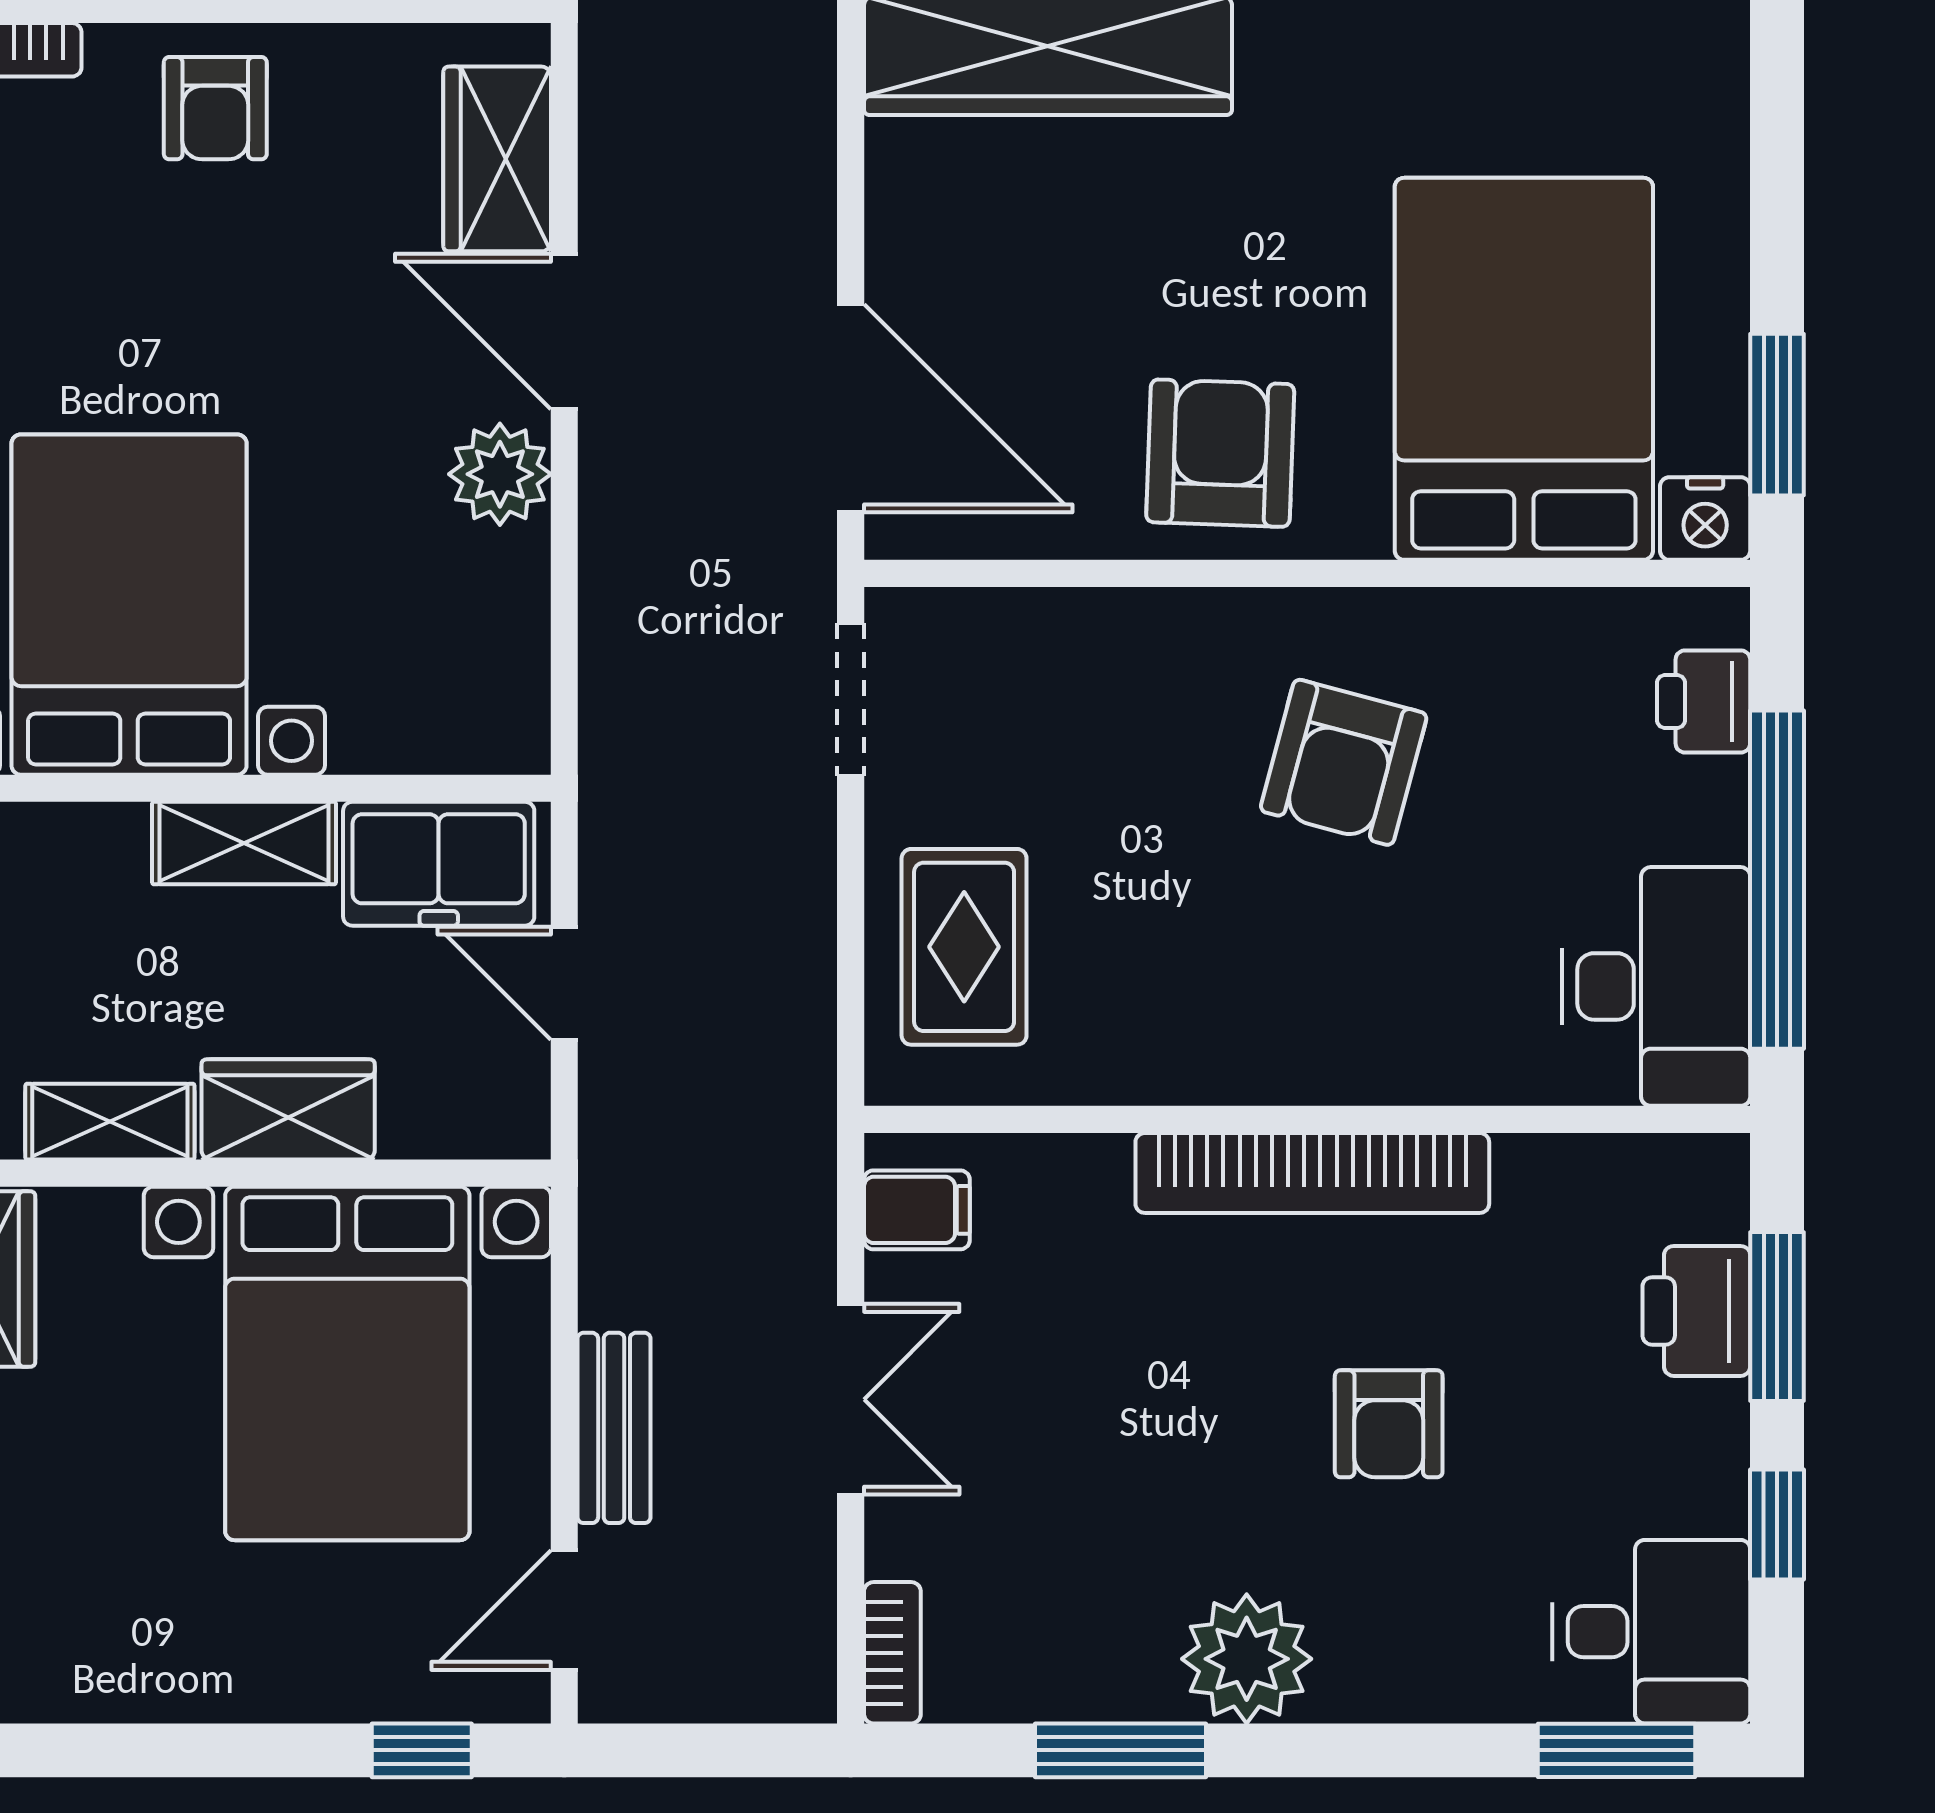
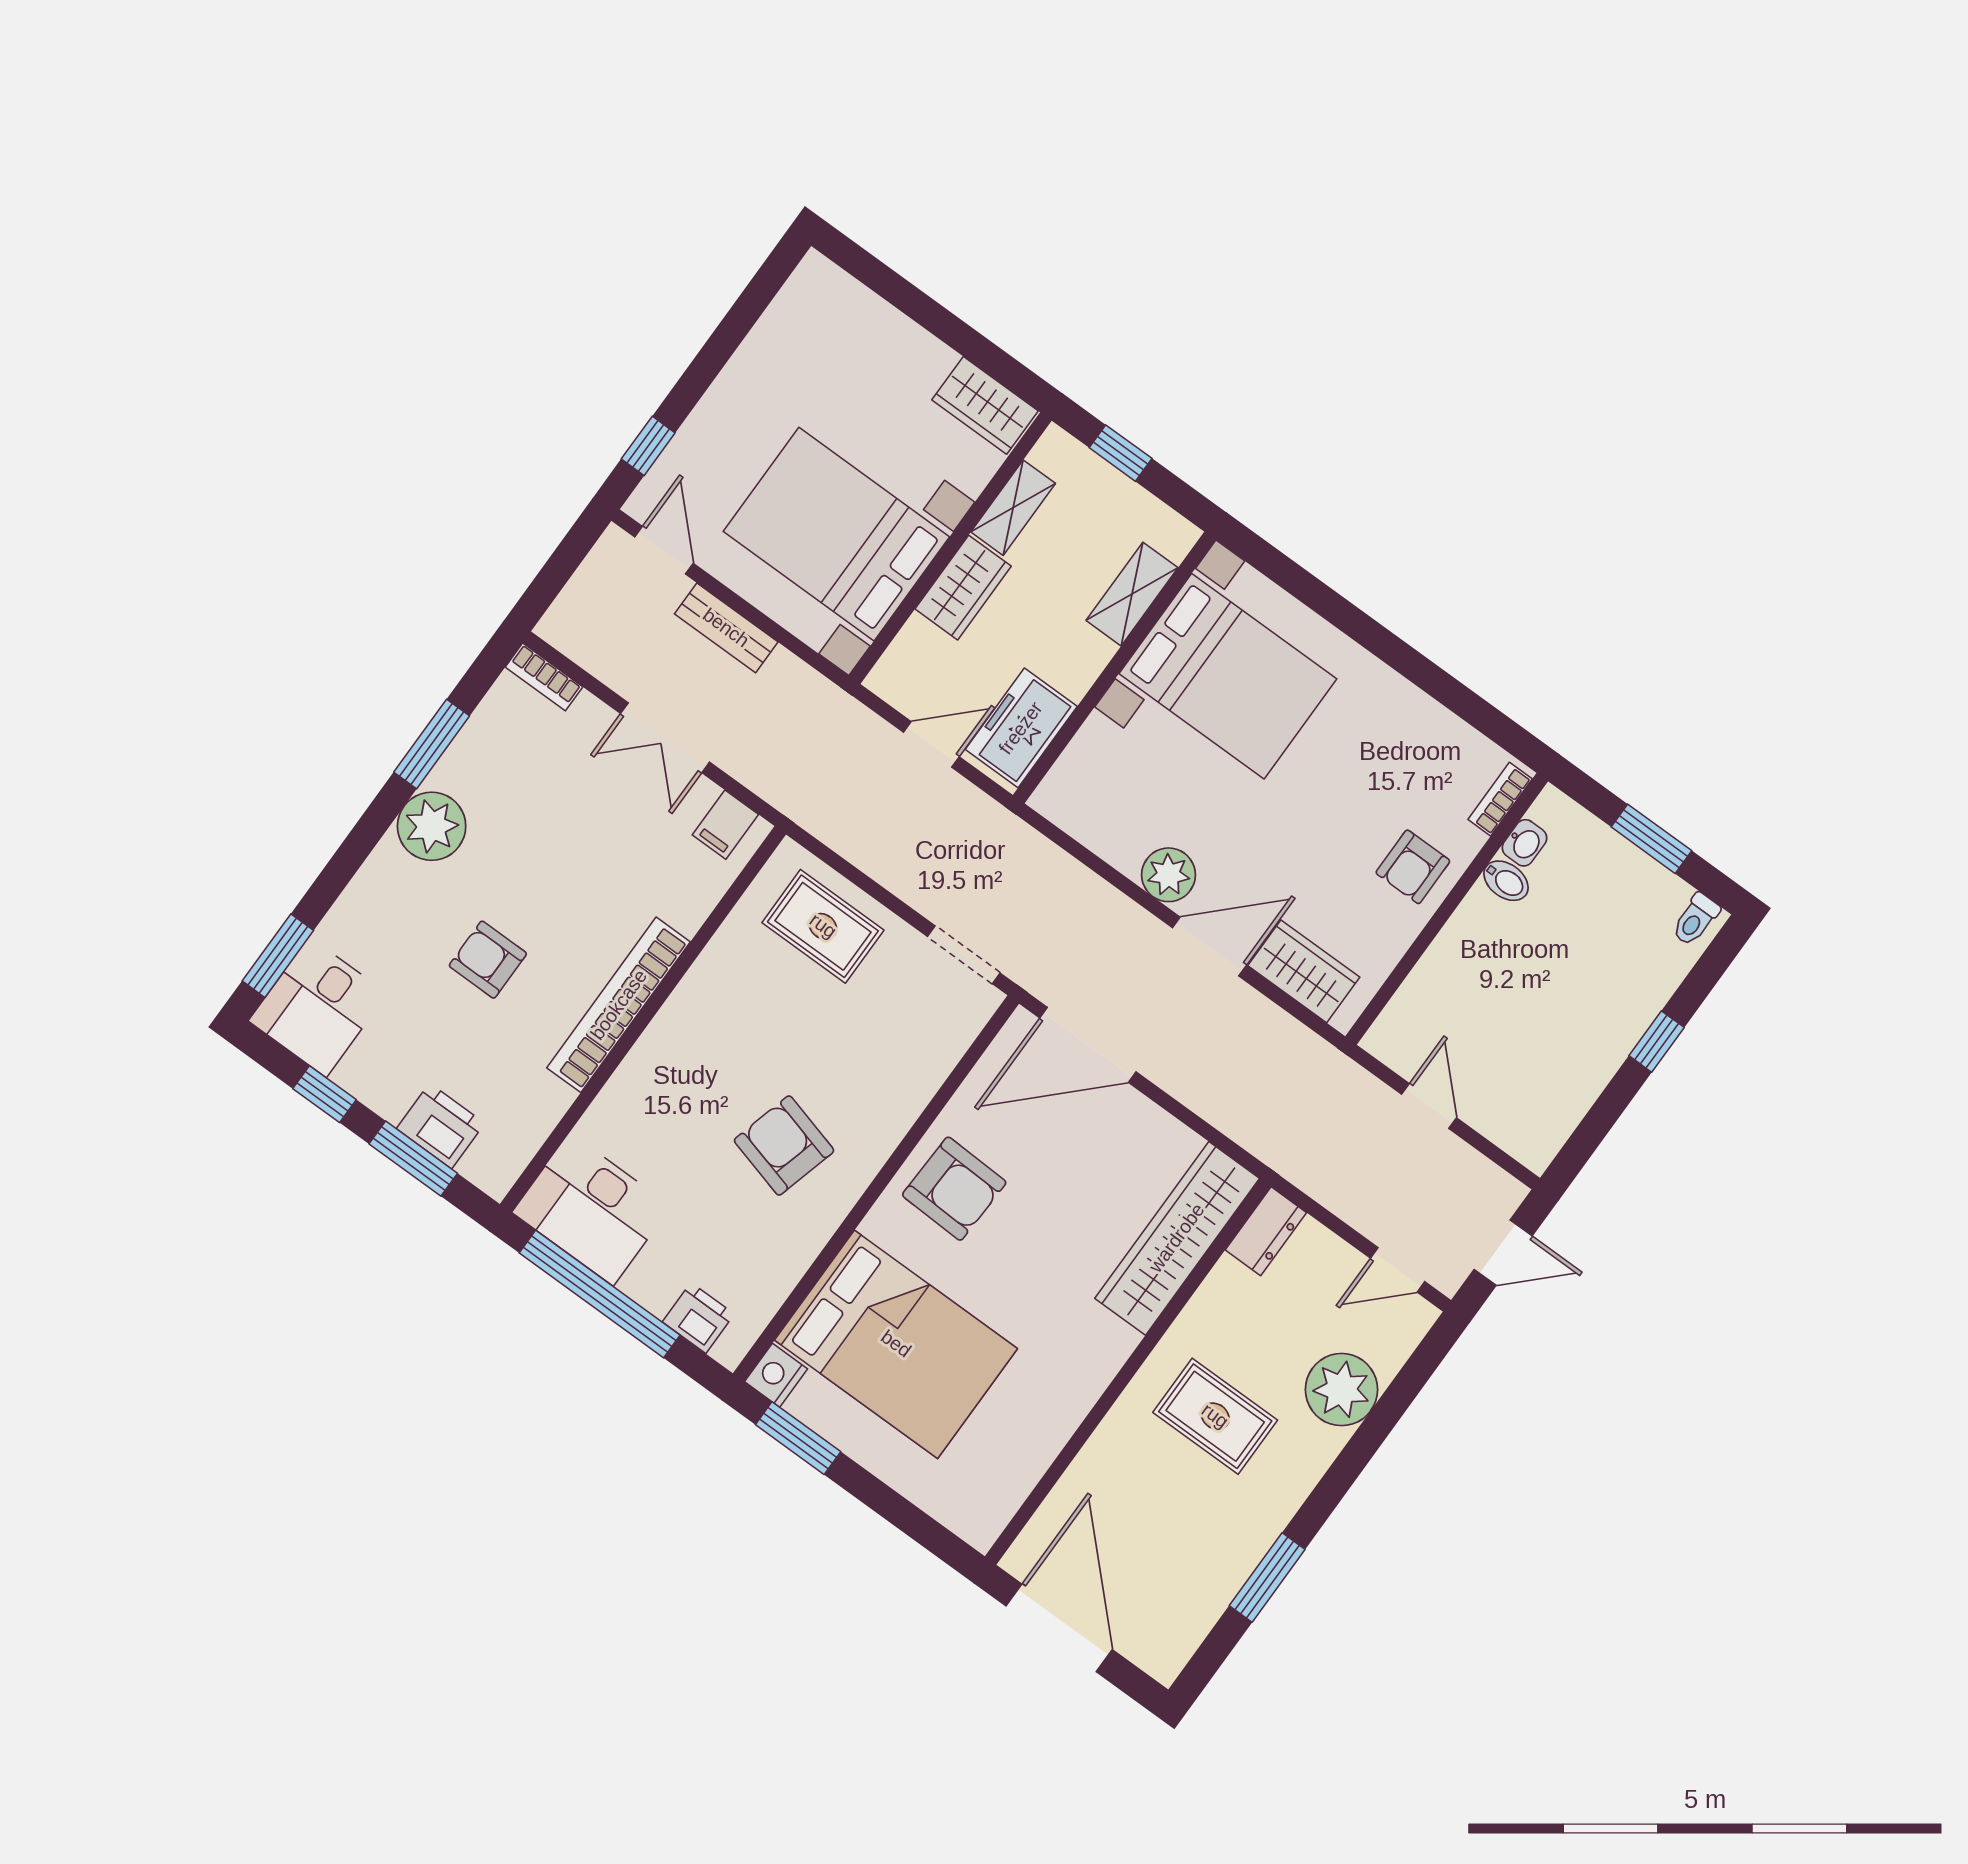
armchair: (215, 108) -> (1413, 867), turned -90
shelving: (244, 843) -> (1132, 594), moved

